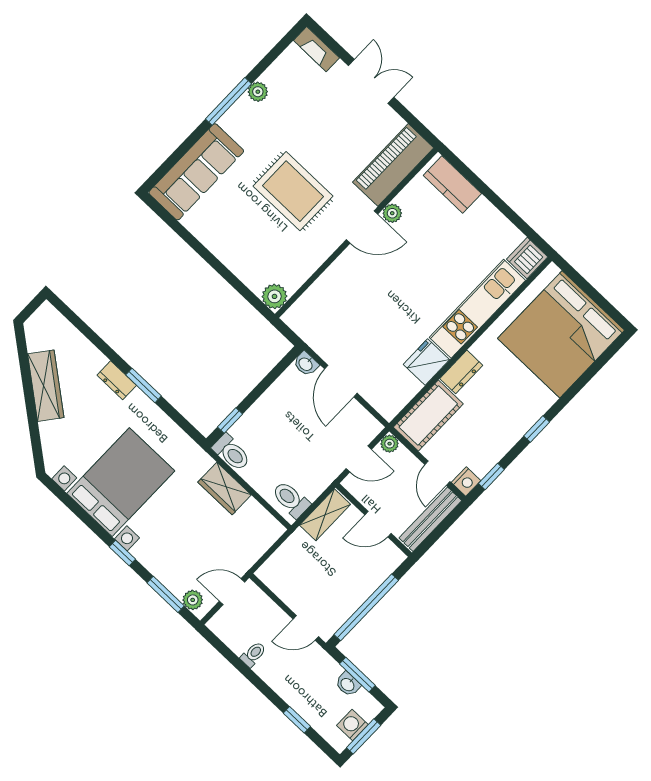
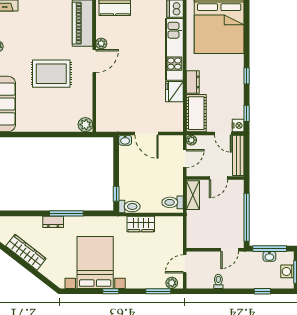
window: (143, 385) -> (66, 213), width x1.44
window: (122, 553) -> (111, 291), moved
window: (357, 675) -> (270, 249), width x1.44

